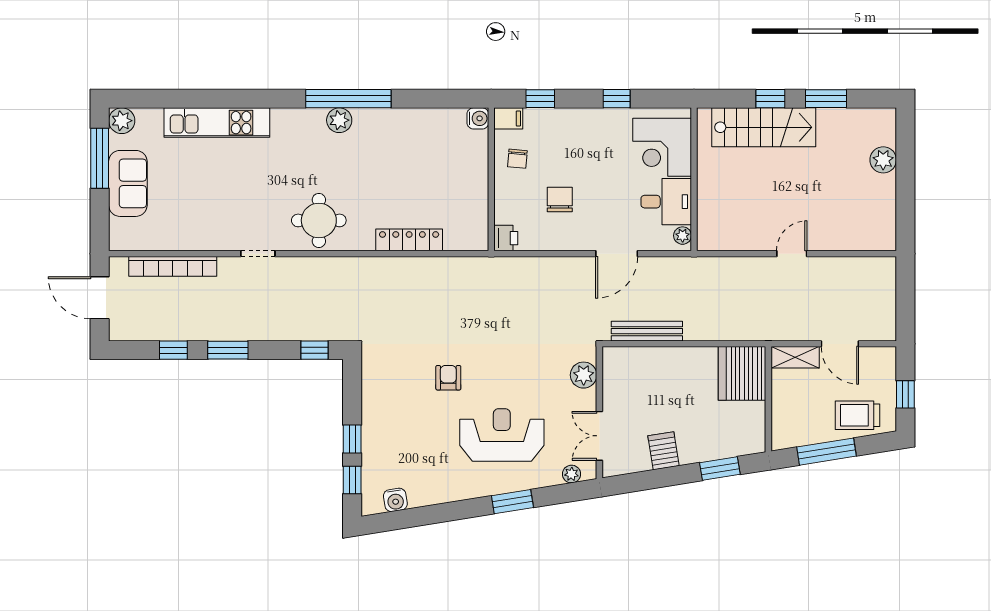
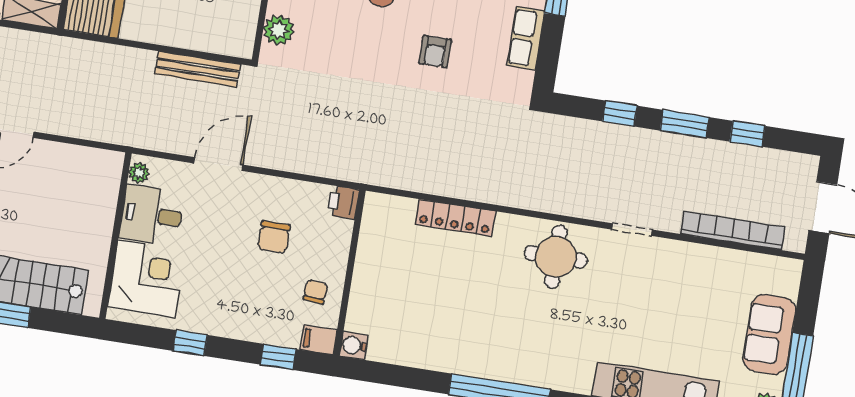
plant: (339, 120) -> (514, 369), removed
window: (314, 350) -> (620, 114), moved
row of seats: (373, 401) -> (526, 38), added

